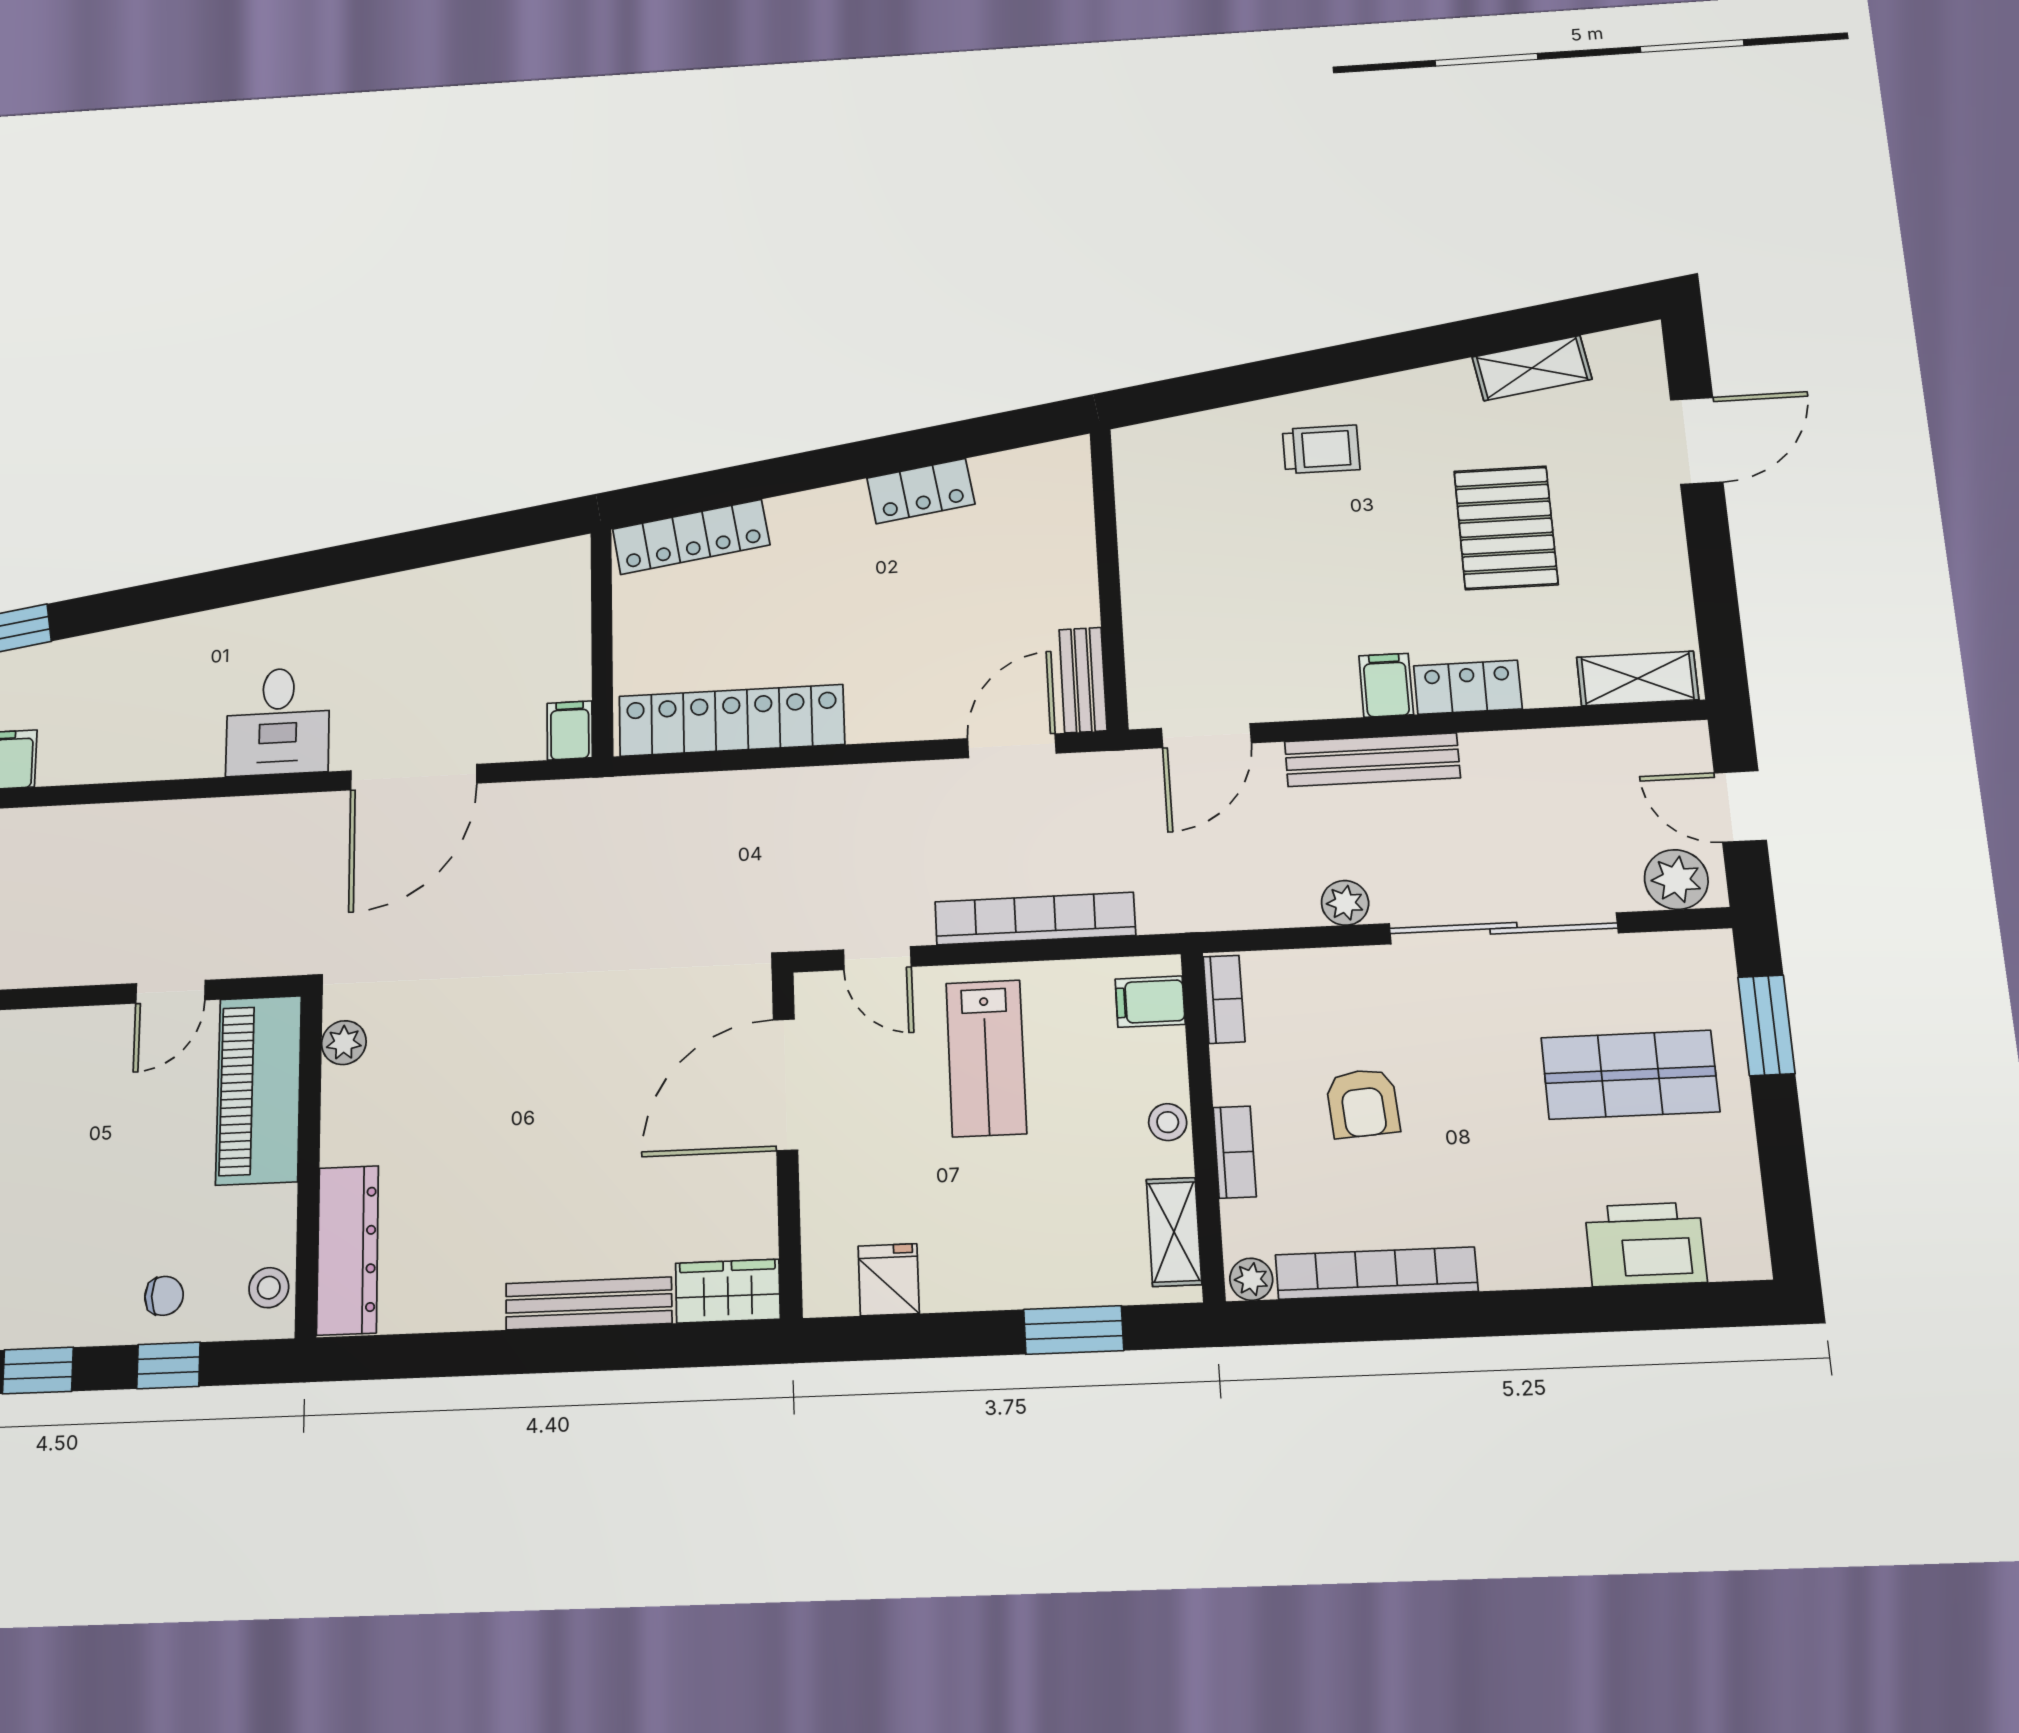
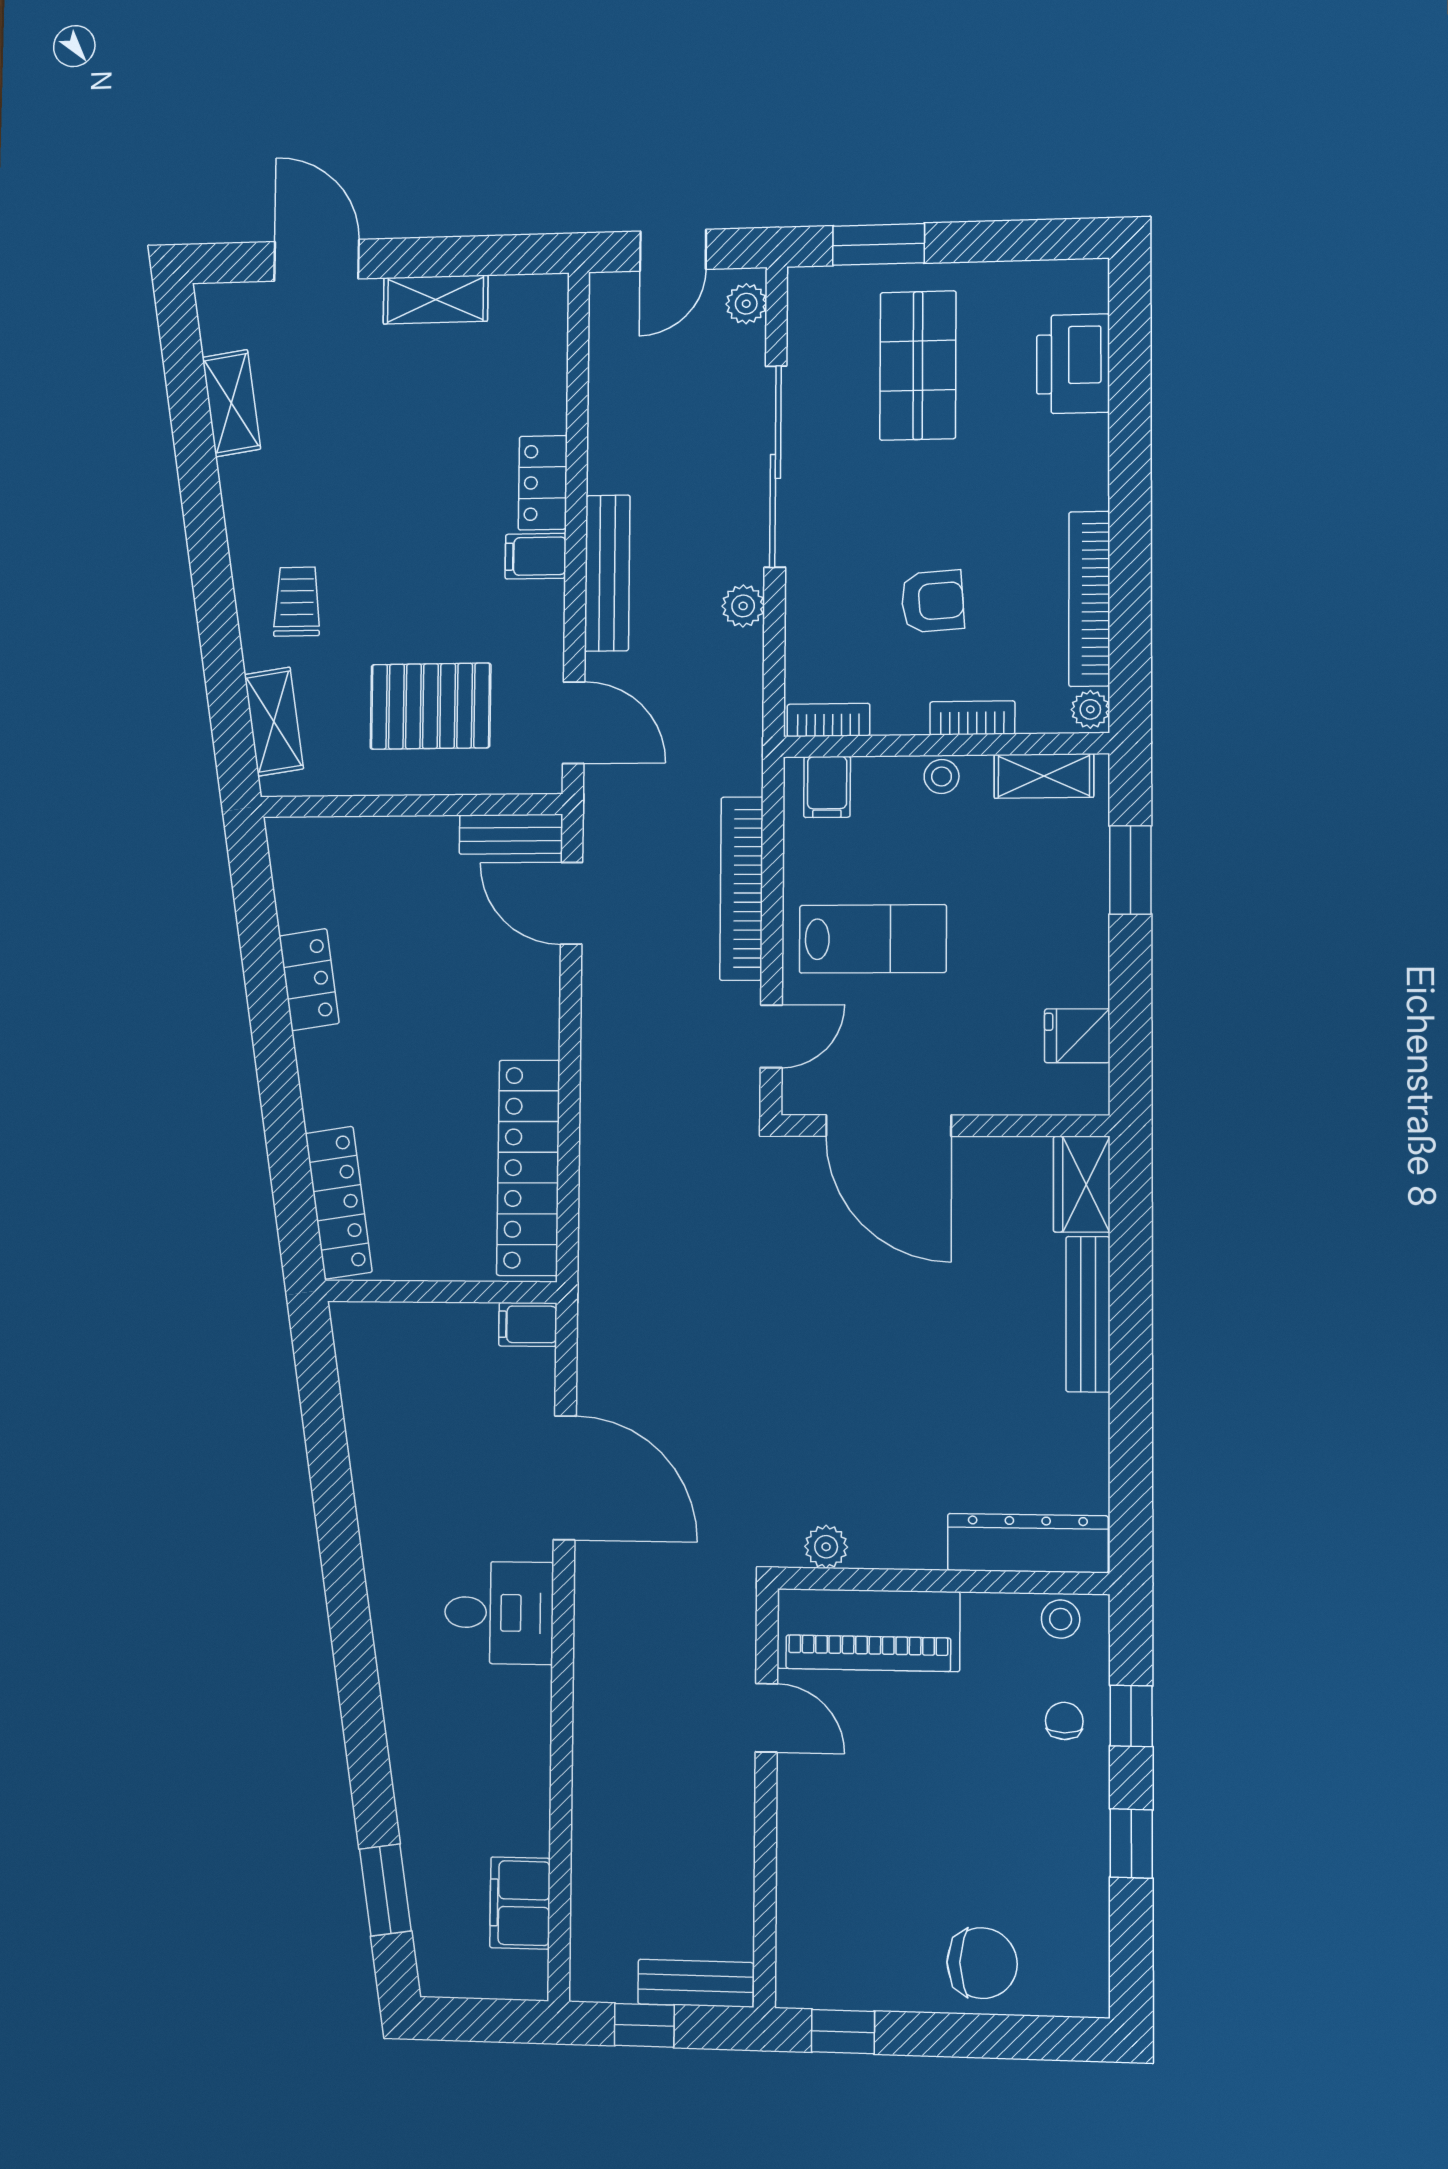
shelving: (1191, 436) -> (274, 722), added
pallet: (1506, 528) -> (430, 706), moved
shelving: (1638, 678) -> (436, 299), moved, turned 90
plant: (1676, 879) -> (746, 304), width x0.73, depth x0.73

